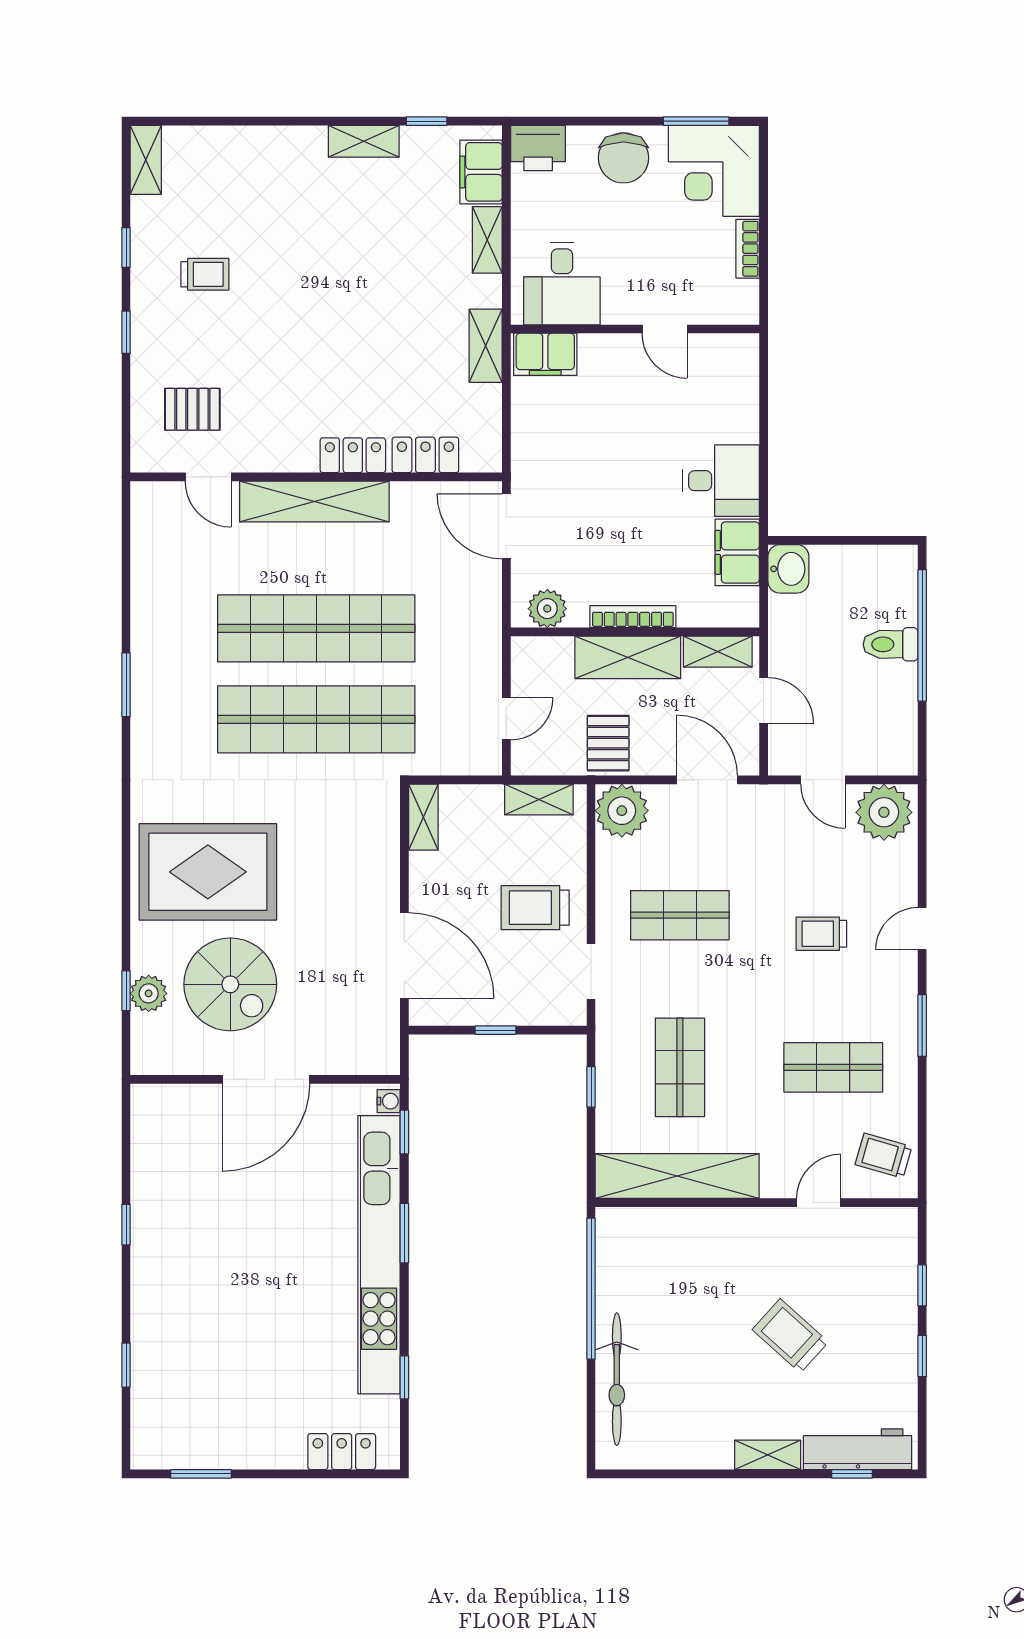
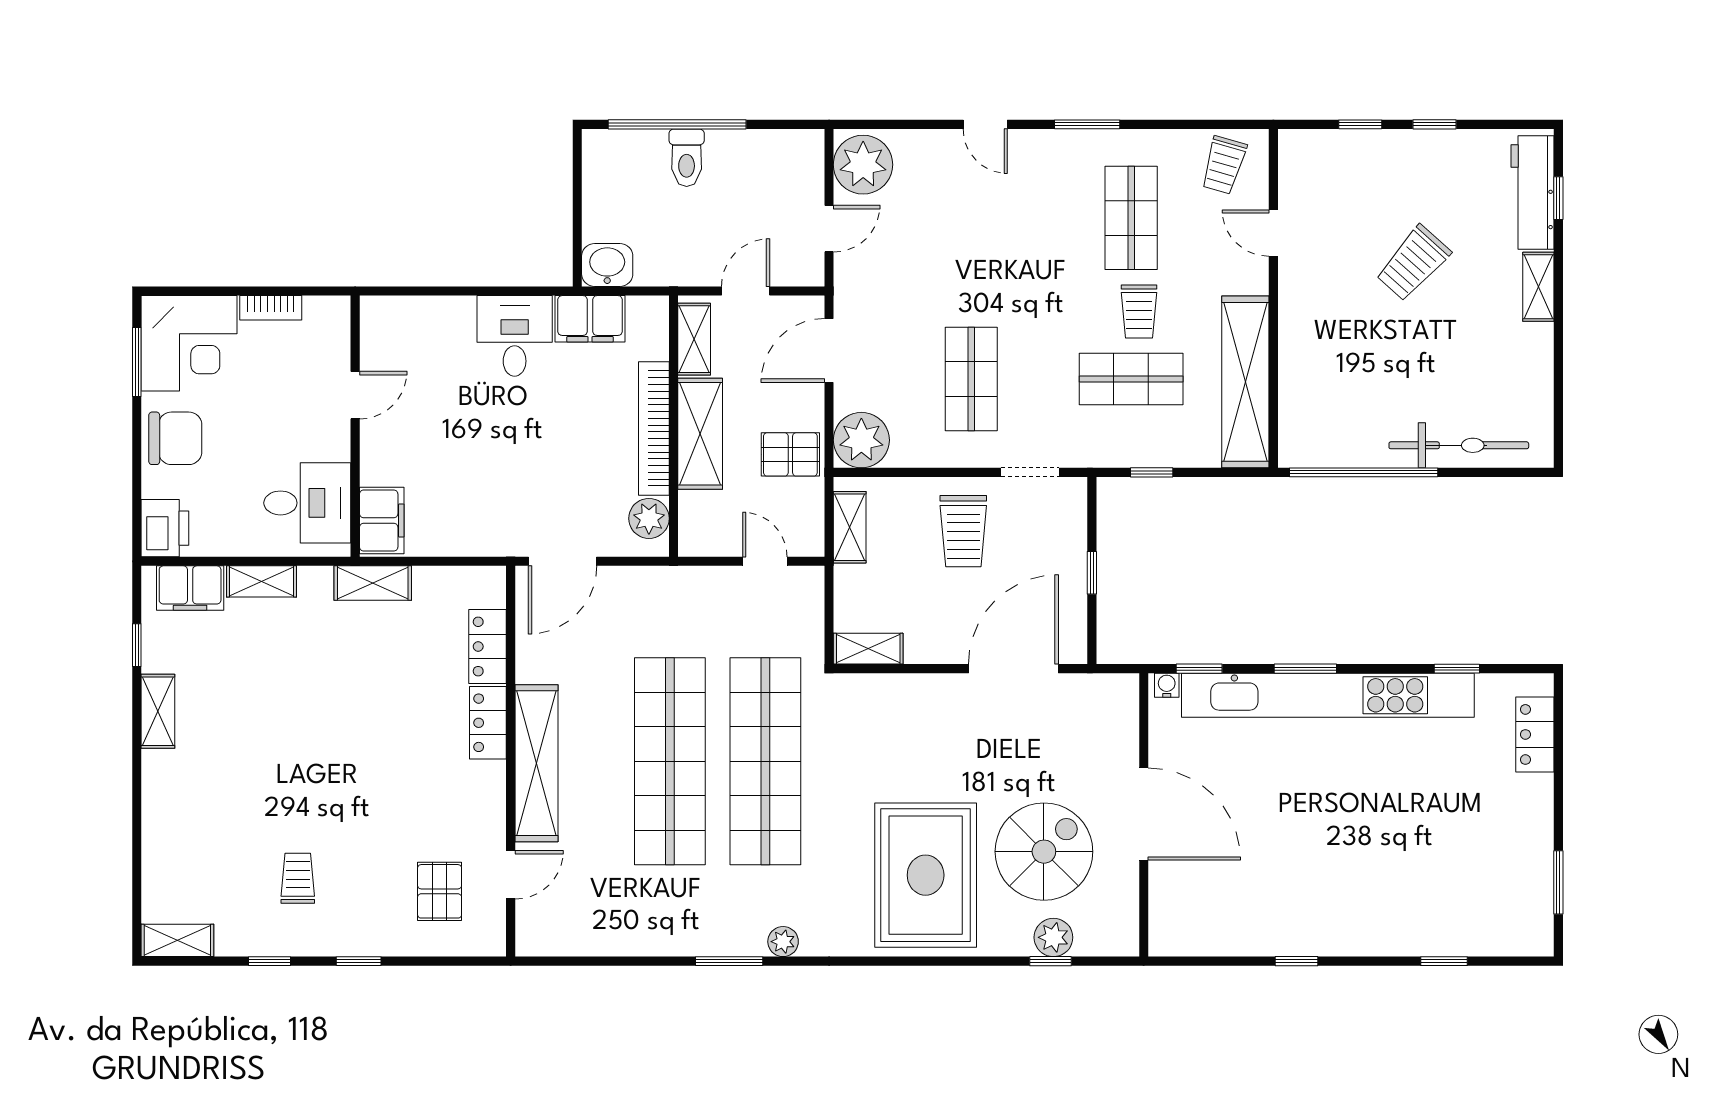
bookcase: (633, 617) -> (654, 428), width x1.48, depth x1.31
plant: (145, 736) -> (783, 942), added
trolley: (821, 934) -> (1139, 311), moved

